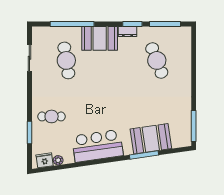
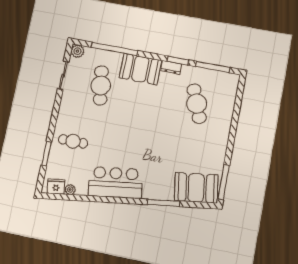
plant: (38, 33) -> (77, 51), added
booth: (151, 139) -> (196, 188), moved

